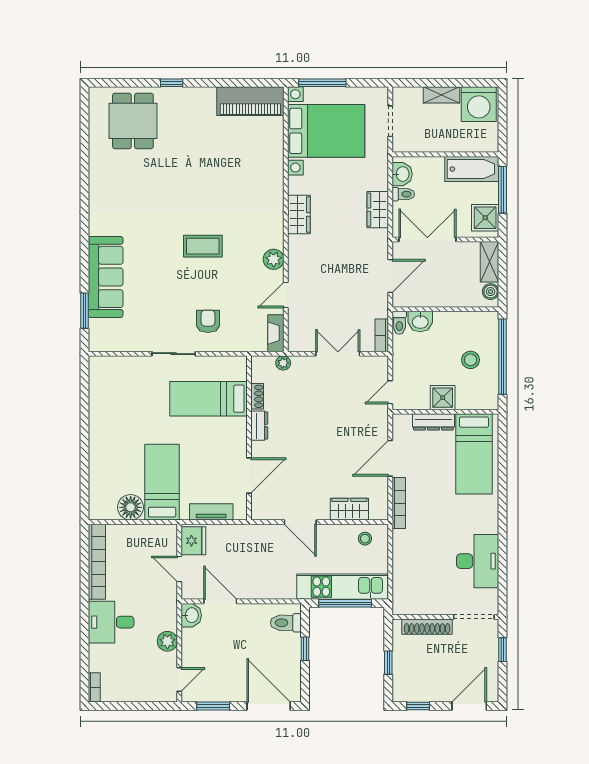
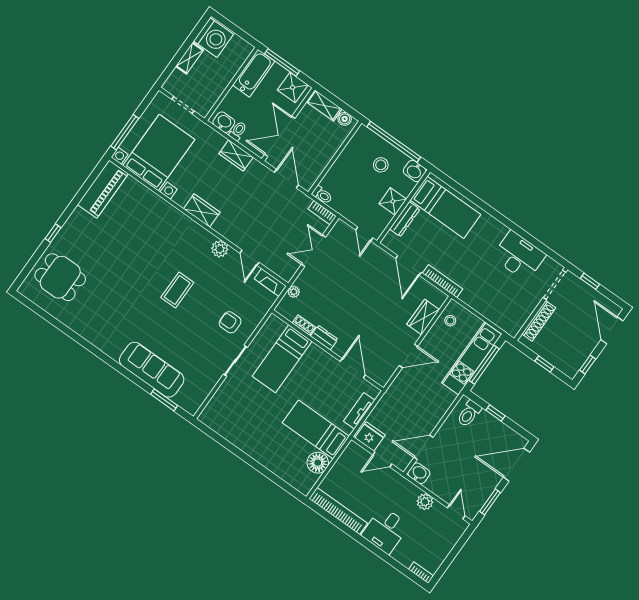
washbasin: (420, 321) -> (415, 171), moved, turned 90

